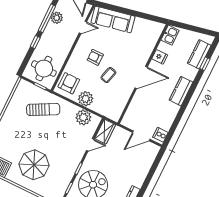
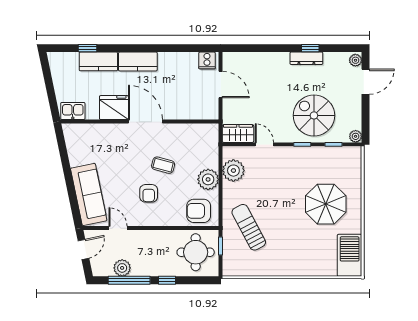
kitchen counter: (199, 54) -> (98, 61), moved
fridge: (160, 57) -> (114, 108), width x1.88, depth x1.34

